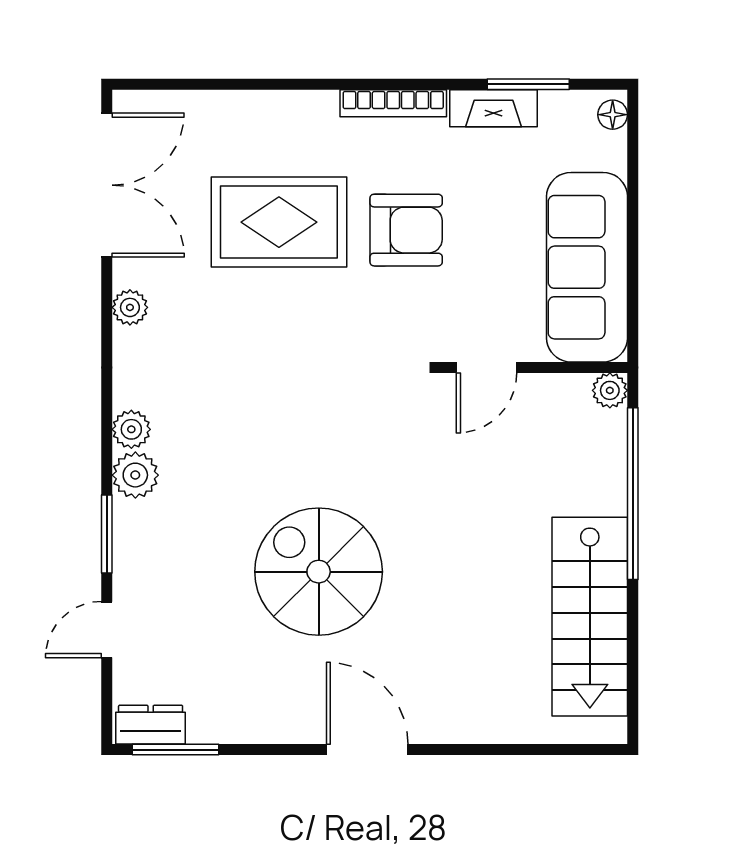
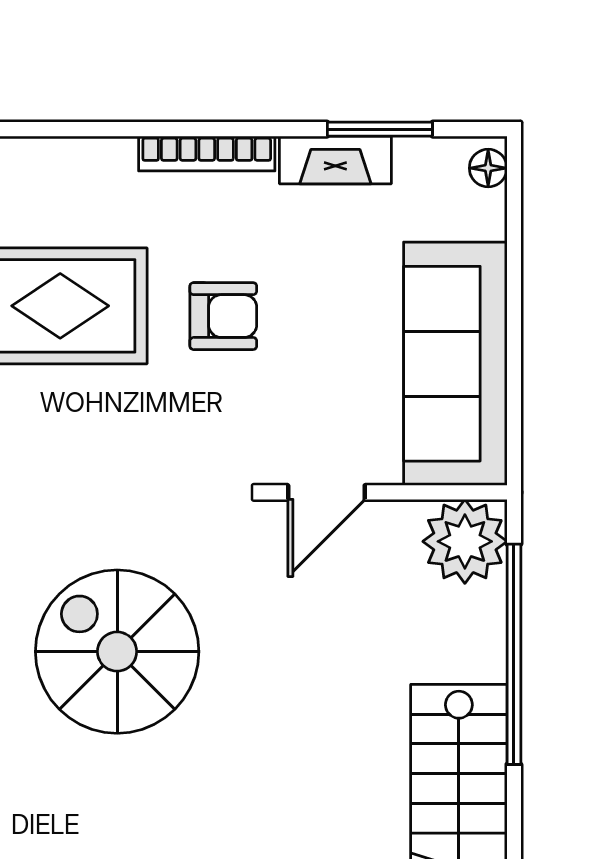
armchair: (406, 230) -> (223, 316), width x0.72, depth x0.72
plant: (610, 390) -> (465, 541), width x1.88, depth x1.88
spiral stairs: (319, 572) -> (117, 652), moved

